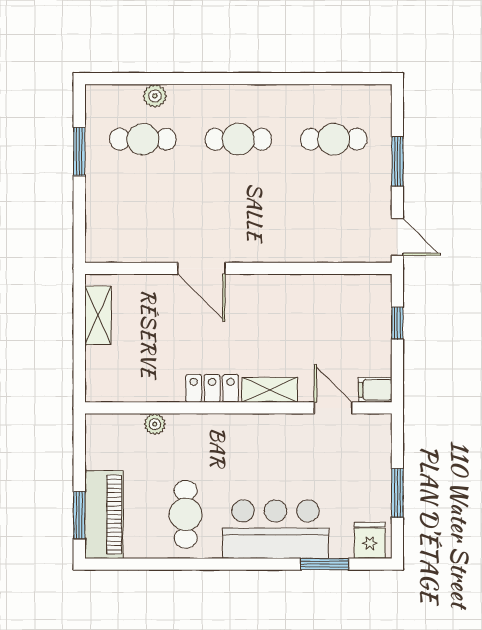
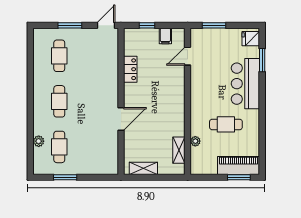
locker: (212, 388) -> (130, 69), moved, turned 180
shelving: (270, 390) -> (179, 150), moved
filing cabinet: (375, 390) -> (165, 36), moved
window: (397, 493) -> (214, 25), moved
cafe table: (186, 514) -> (226, 124), moved

